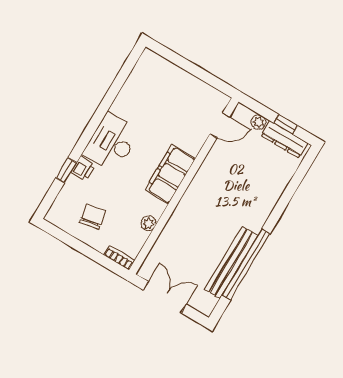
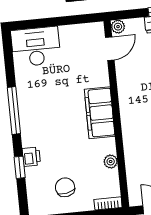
window: (98, 118) -> (14, 111), added
plant: (258, 122) -> (118, 27), moved
desk: (111, 143) -> (36, 47), moved, turned 90

